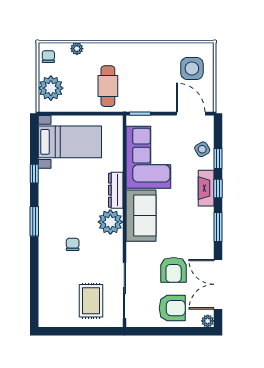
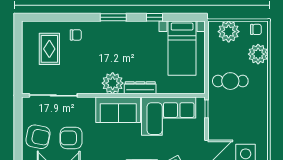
plant: (77, 49) -> (258, 54), width x1.87, depth x1.87
chair: (73, 244) -> (76, 35), moved
rug: (91, 301) -> (49, 49), moved, turned 90
armchair: (172, 308) -> (38, 137), turned -79

